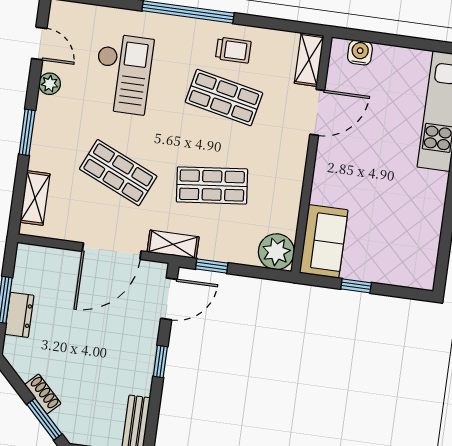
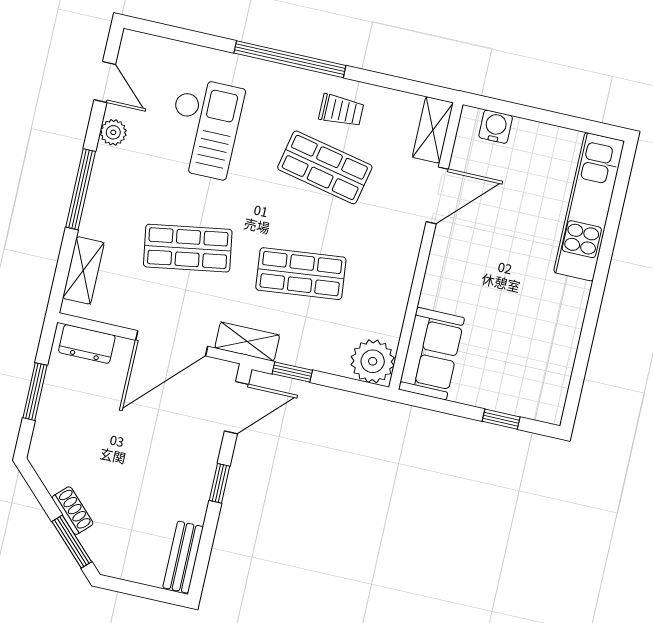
window: (27, 132) -> (81, 189), width x1.44
shop shelf: (118, 173) -> (188, 248), turned -33
window: (356, 286) -> (501, 419), moved
dresser: (19, 315) -> (87, 344), moved, turned 90

